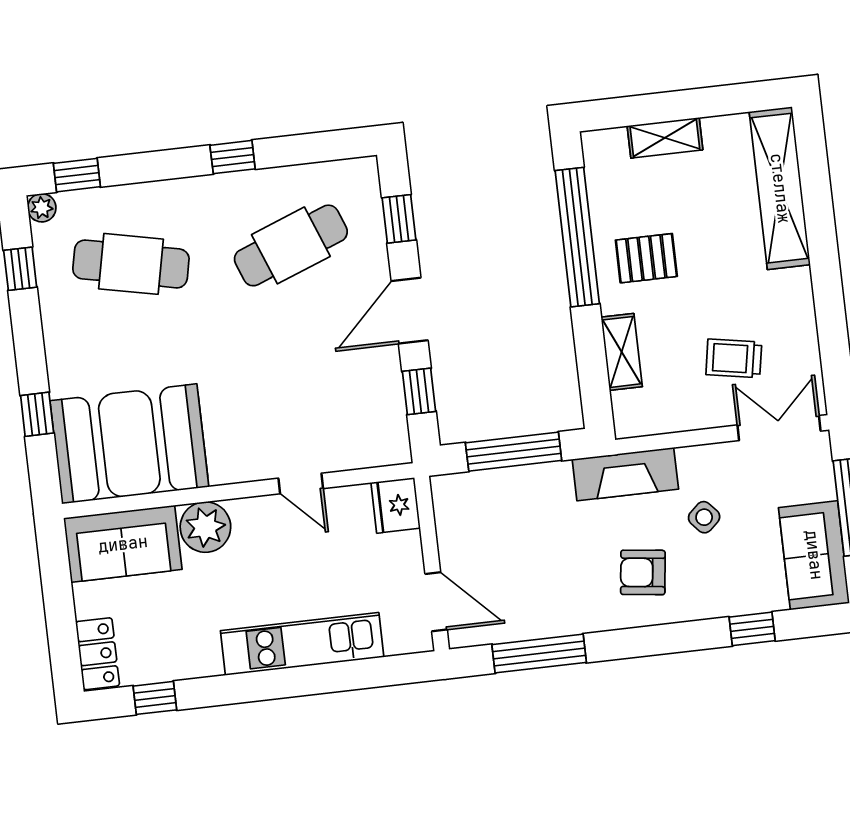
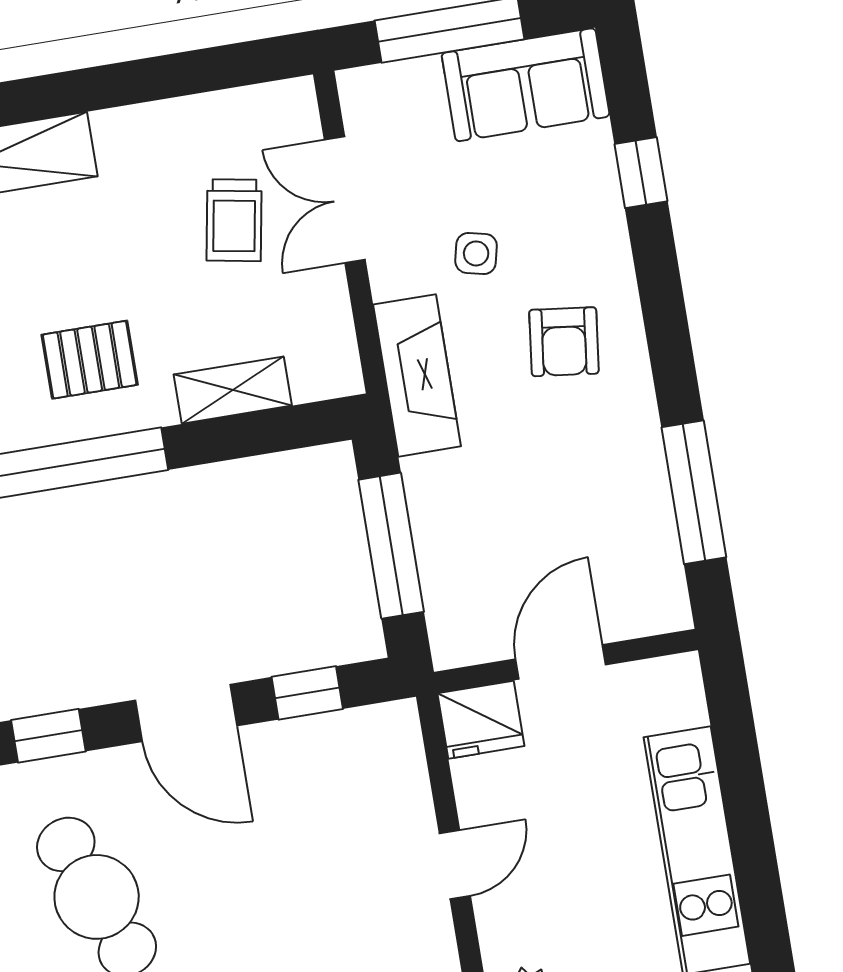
pallet: (646, 258) -> (90, 360), turned 90
double door: (779, 428) -> (345, 200), moved
side table: (704, 517) -> (476, 253), turned -35
door: (436, 602) -> (561, 662), moved

